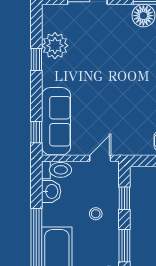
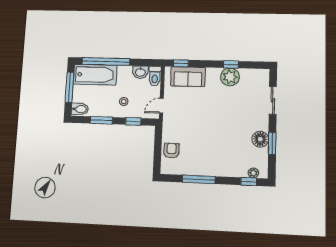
plant: (55, 46) -> (230, 77), moved
sofa: (56, 121) -> (188, 77), width x0.73
door: (100, 158) -> (161, 106), swing flipped

